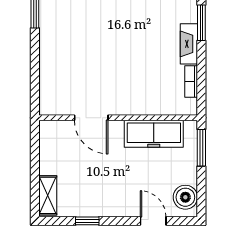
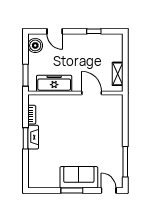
window: (201, 23) -> (26, 138), moved
shelving: (48, 195) -> (118, 74), moved

